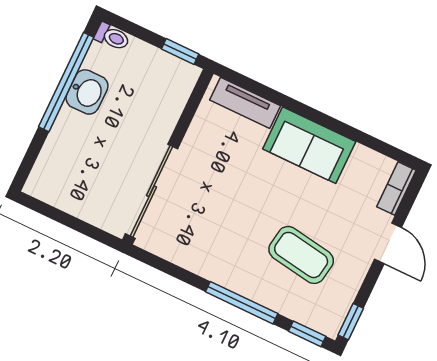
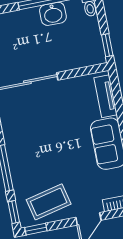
coffee table: (301, 255) -> (49, 202), moved, turned 68

